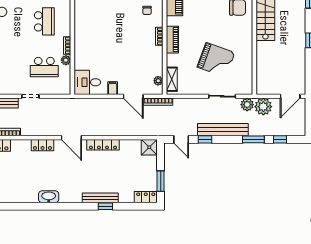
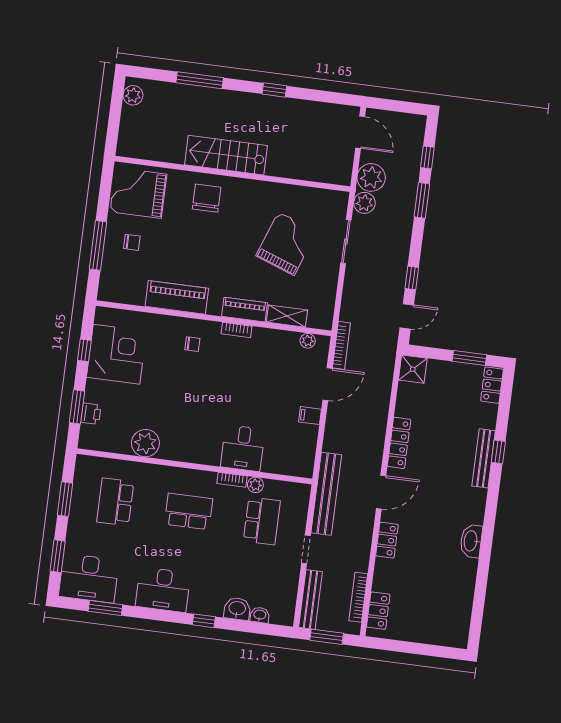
shelving: (172, 79) -> (287, 316), moved
desk: (87, 82) -> (243, 448), moved
bench: (223, 130) -> (326, 494), moved

